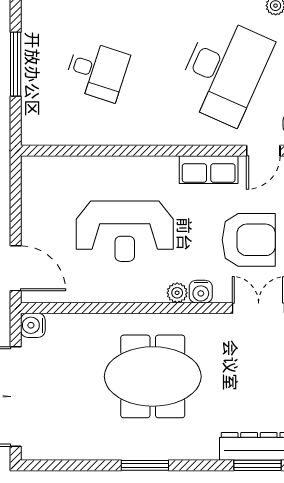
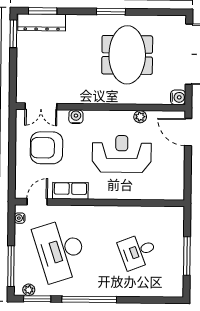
desk: (97, 71) -> (138, 251), turned -39
desk: (224, 71) -> (60, 251), turned -42
plant: (177, 293) -> (140, 117), moved
meeting table: (153, 376) -> (127, 55), moved, turned 90

